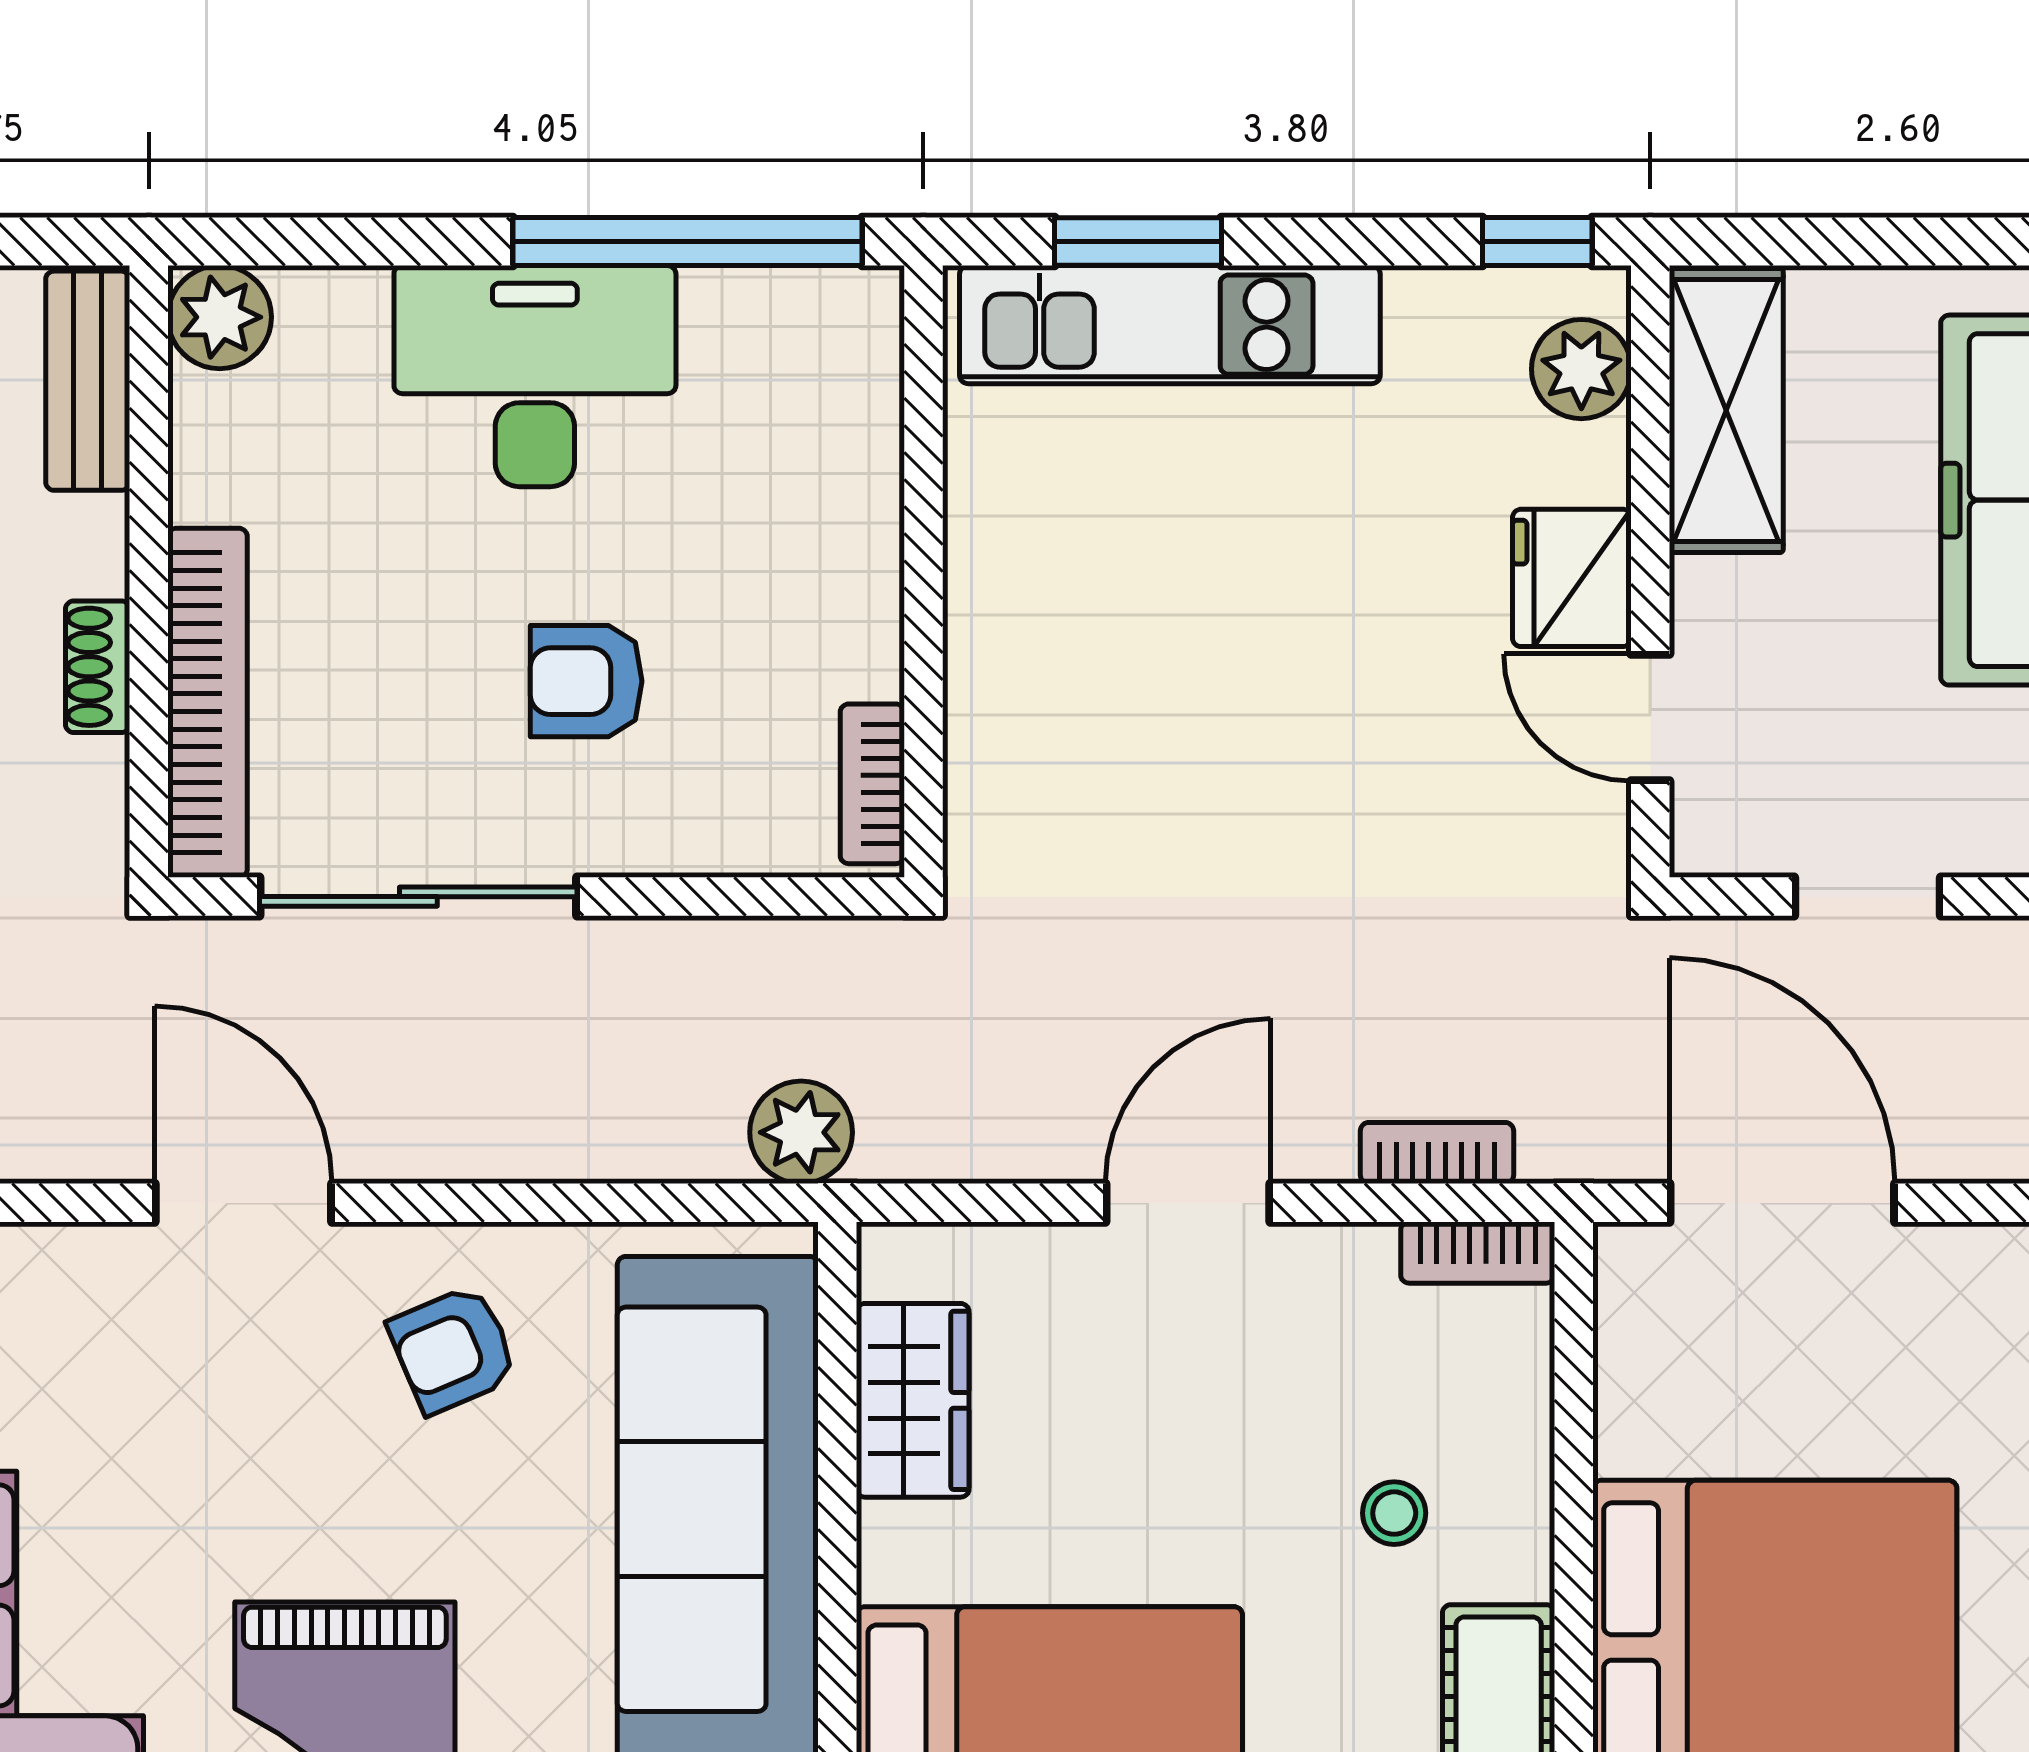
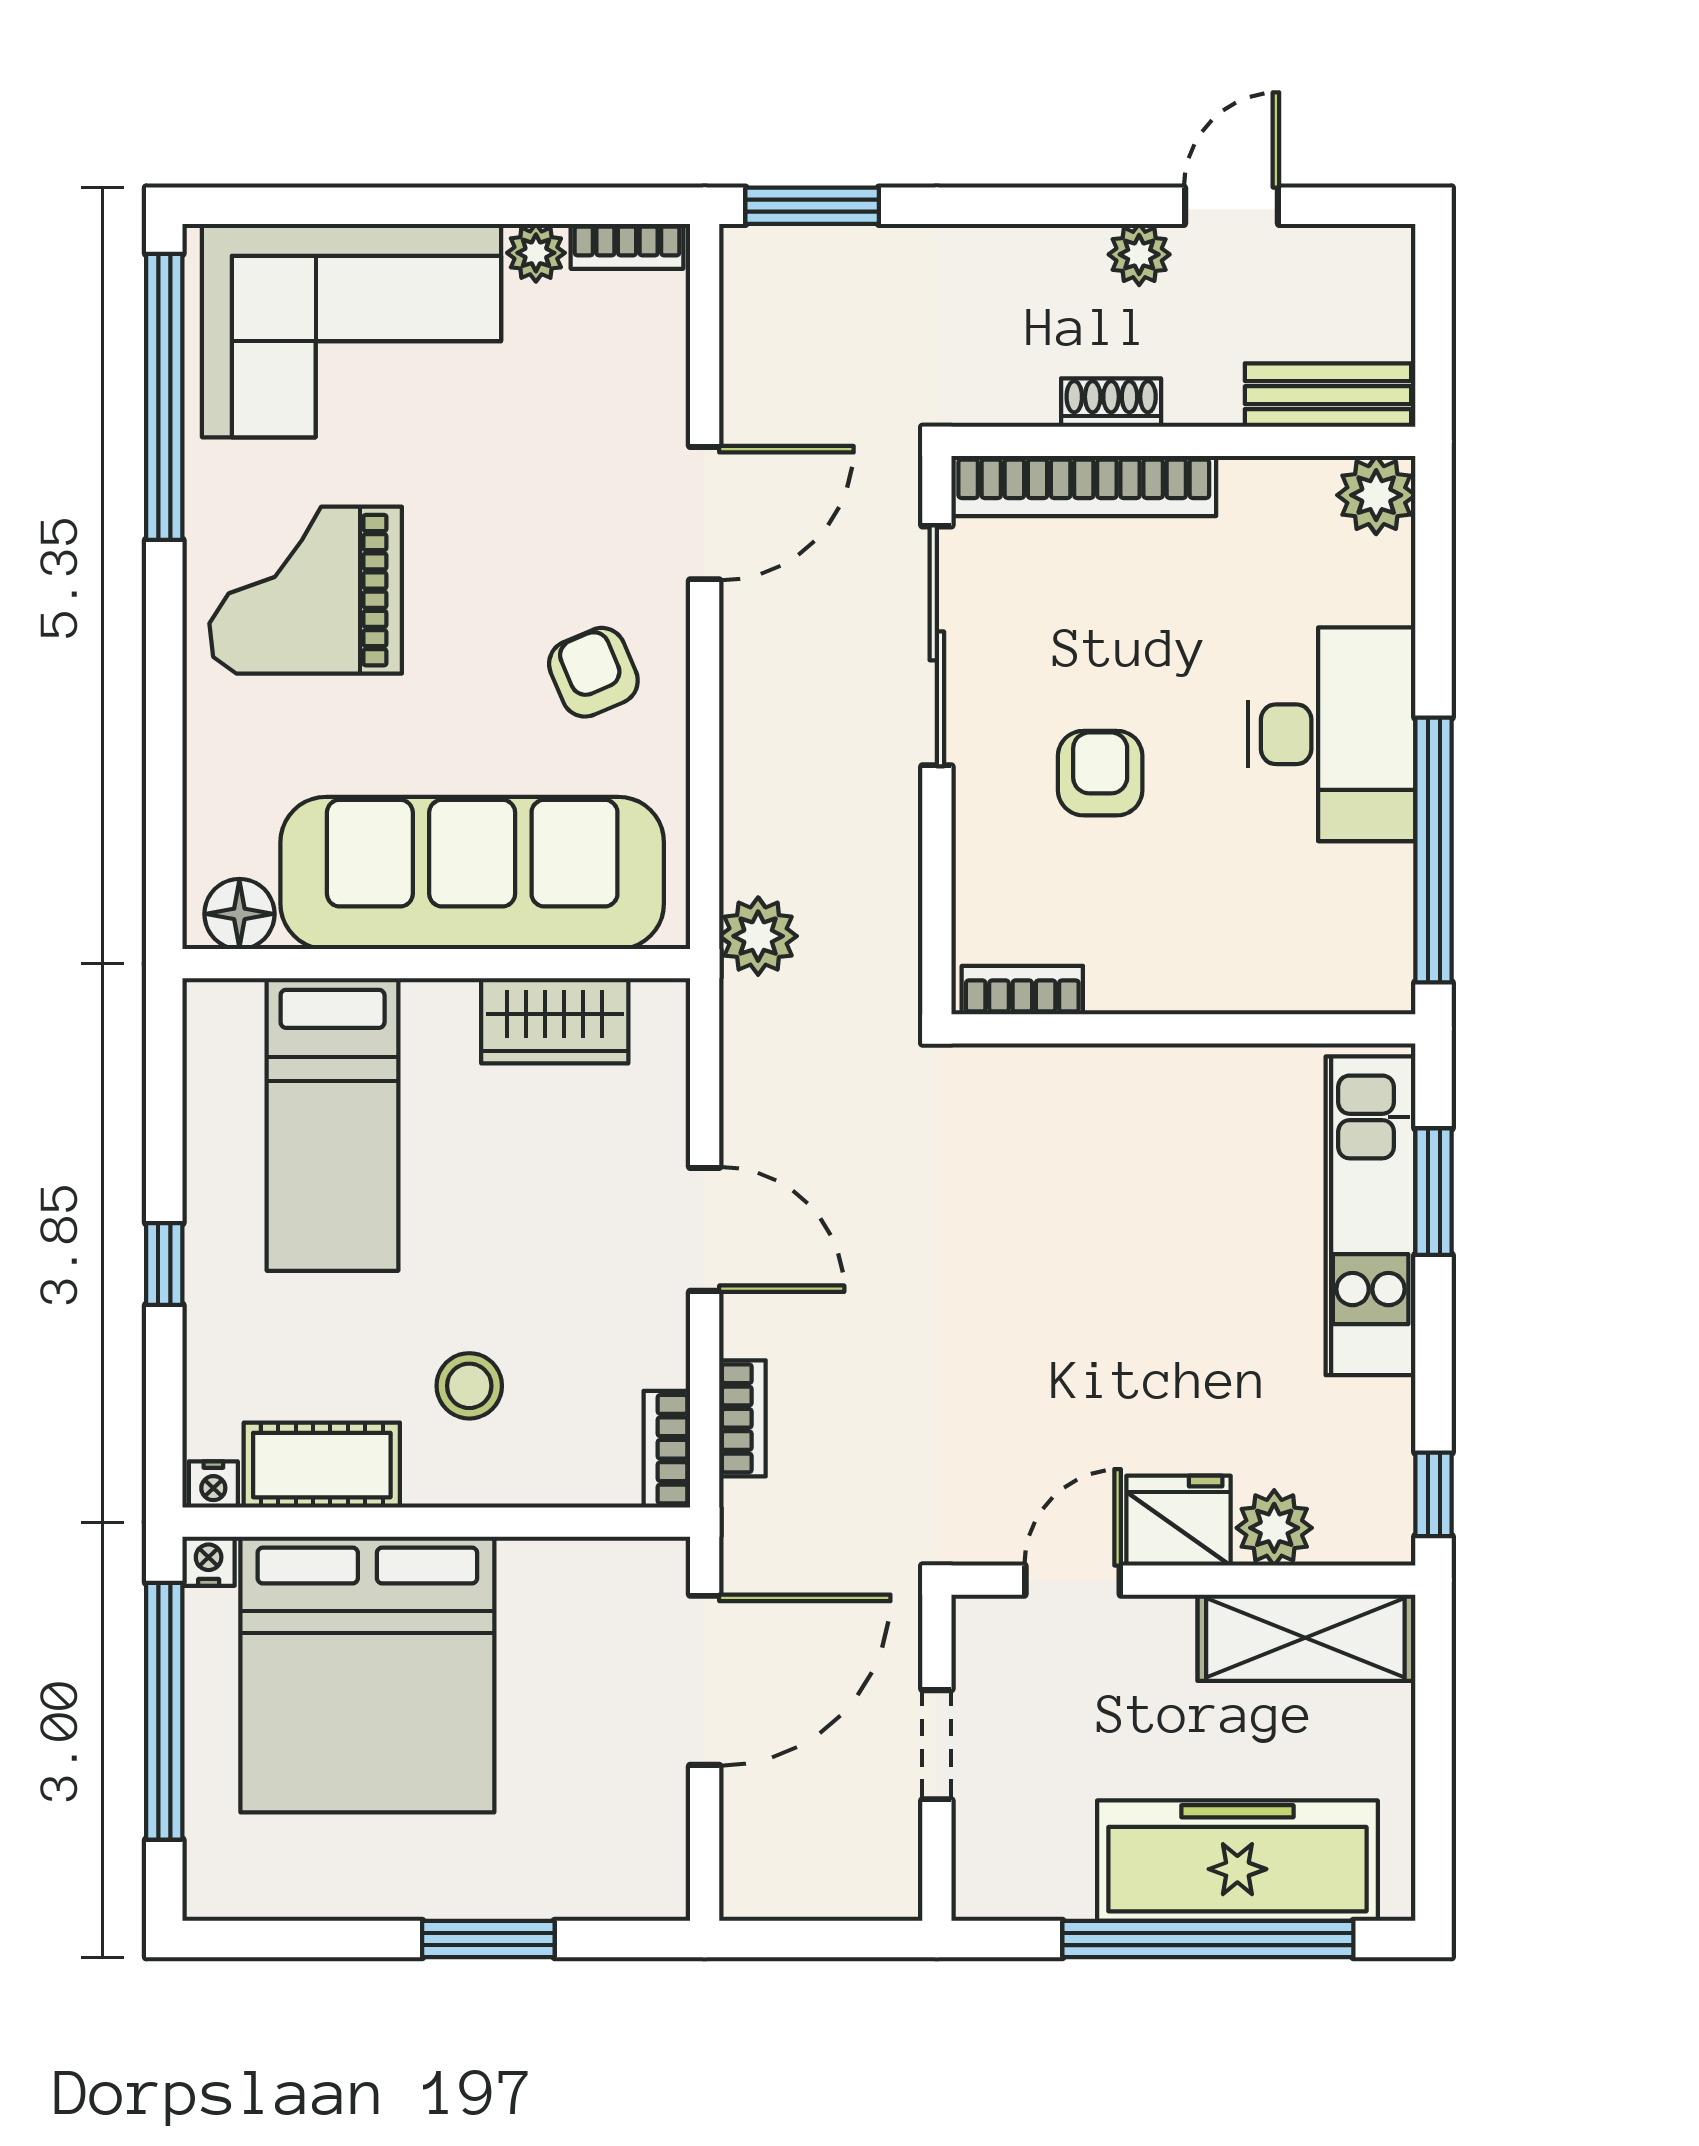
plant: (1581, 369) -> (1274, 1528), moved
stool: (1394, 1513) -> (469, 1386), width x1.37, depth x1.37

